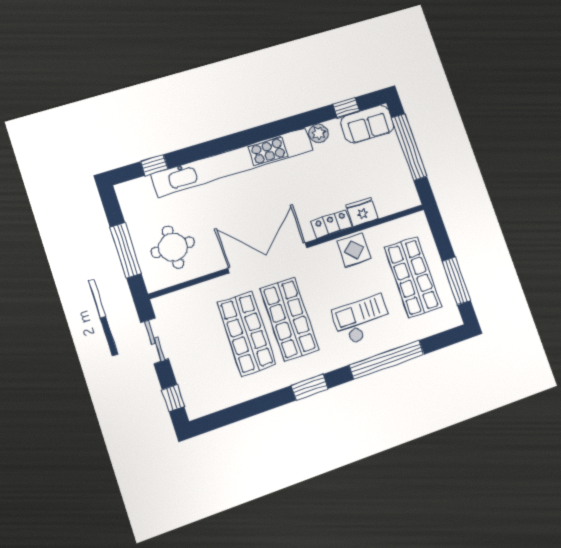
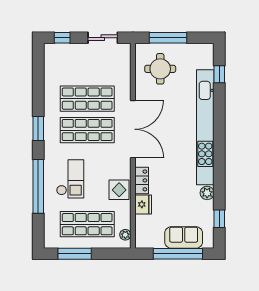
sofa: (367, 124) -> (184, 238), moved, turned 90
plant: (409, 223) -> (125, 235), added

